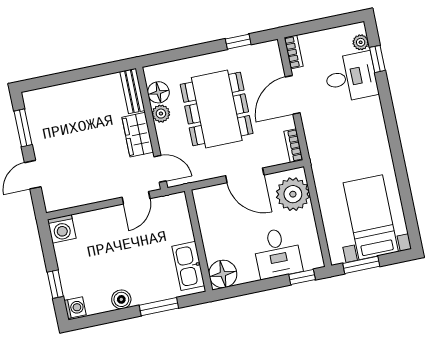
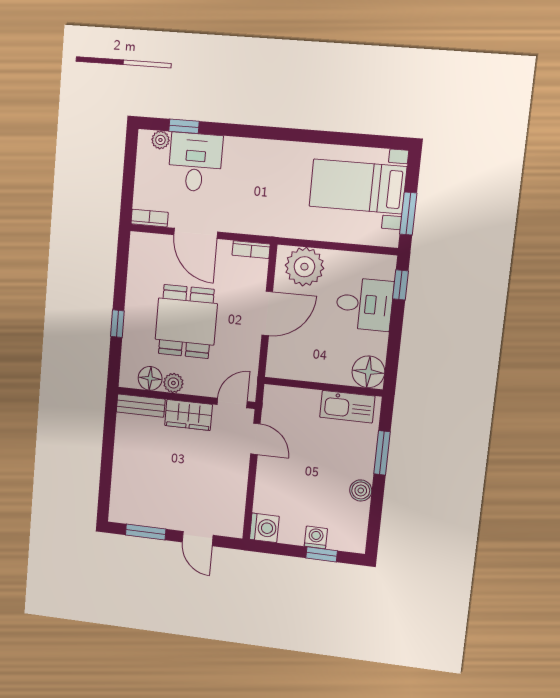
window: (238, 42) -> (117, 324), moved
dining table: (217, 109) -> (186, 322), width x0.73
washing machine: (75, 308) -> (316, 537), moved

